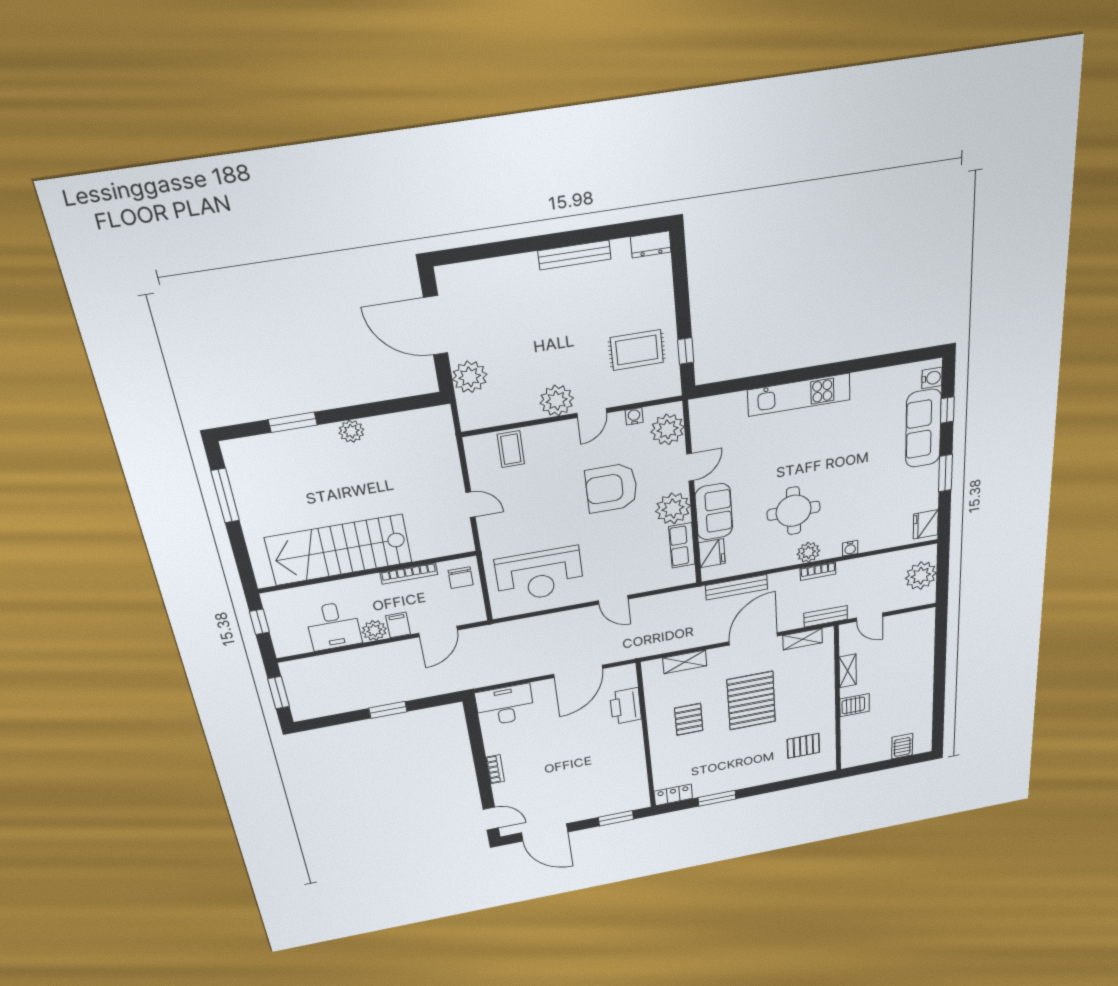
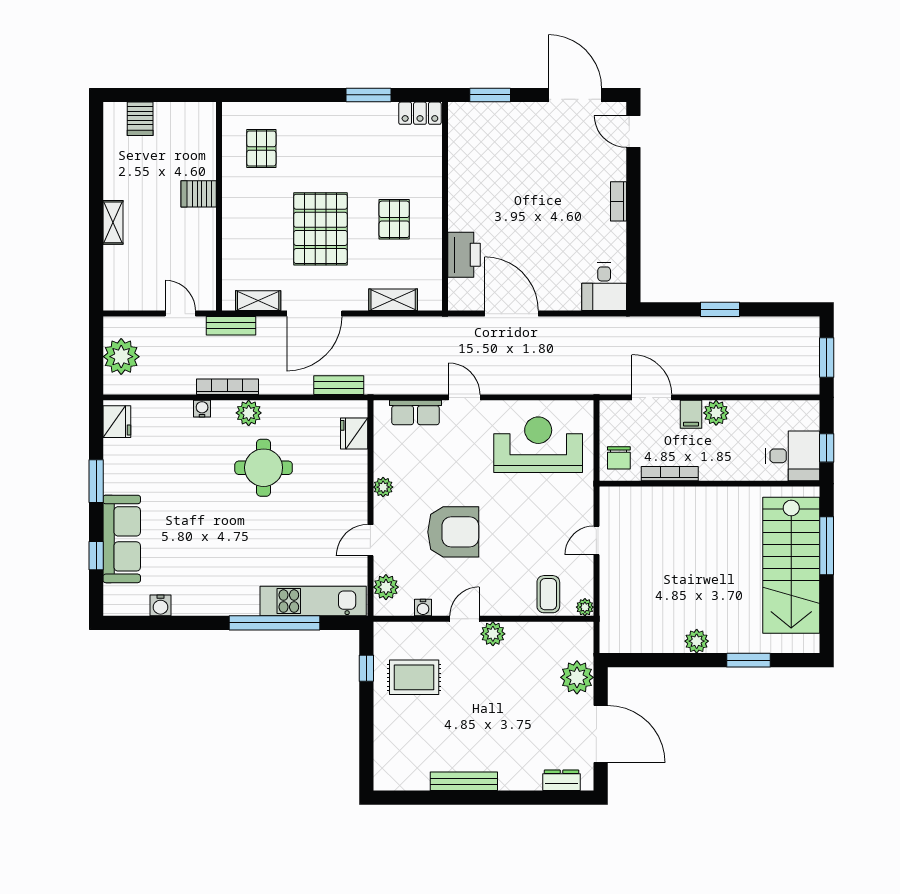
dresser: (651, 244) -> (562, 780), moved
window: (778, 378) -> (275, 623), added
water cooler: (932, 378) -> (160, 605), moved, turned -90
kitchen unit: (799, 395) -> (313, 601), moved
plant: (557, 401) -> (493, 634), width x0.73, depth x0.73
plant: (668, 429) -> (386, 587), width x0.73, depth x0.73
plant: (472, 444) -> (585, 607), added
window: (225, 496) -> (827, 546), moved
door: (470, 505) -> (596, 540), hinge flipped
plant: (673, 508) -> (383, 487), width x0.53, depth x0.53
sofa: (714, 512) -> (349, 483), removed
row of seats: (682, 545) -> (416, 413), moved, turned 90
stairs: (339, 550) -> (791, 565), moved, turned 90
bookcase: (818, 571) -> (227, 387), width x1.56
chair: (461, 578) -> (619, 458), turned 180
bench: (737, 587) -> (339, 385), width x0.73
desk: (333, 626) -> (793, 456), moved, turned 90
door: (438, 632) -> (652, 397), hinge flipped
door: (578, 671) -> (512, 314), hinge flipped
shelving: (848, 671) -> (113, 222), moved
desk: (505, 705) -> (604, 287), width x0.73
pallet: (803, 746) -> (261, 149), turned 90

